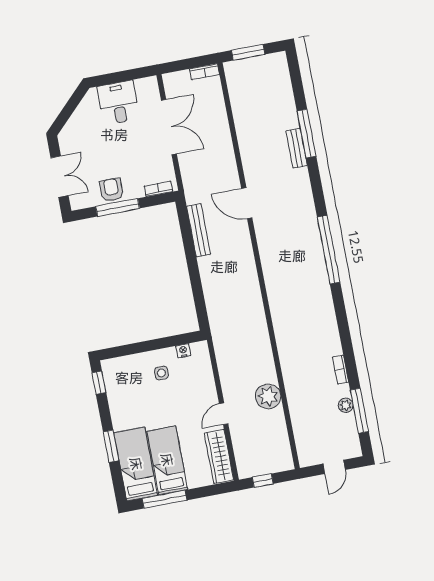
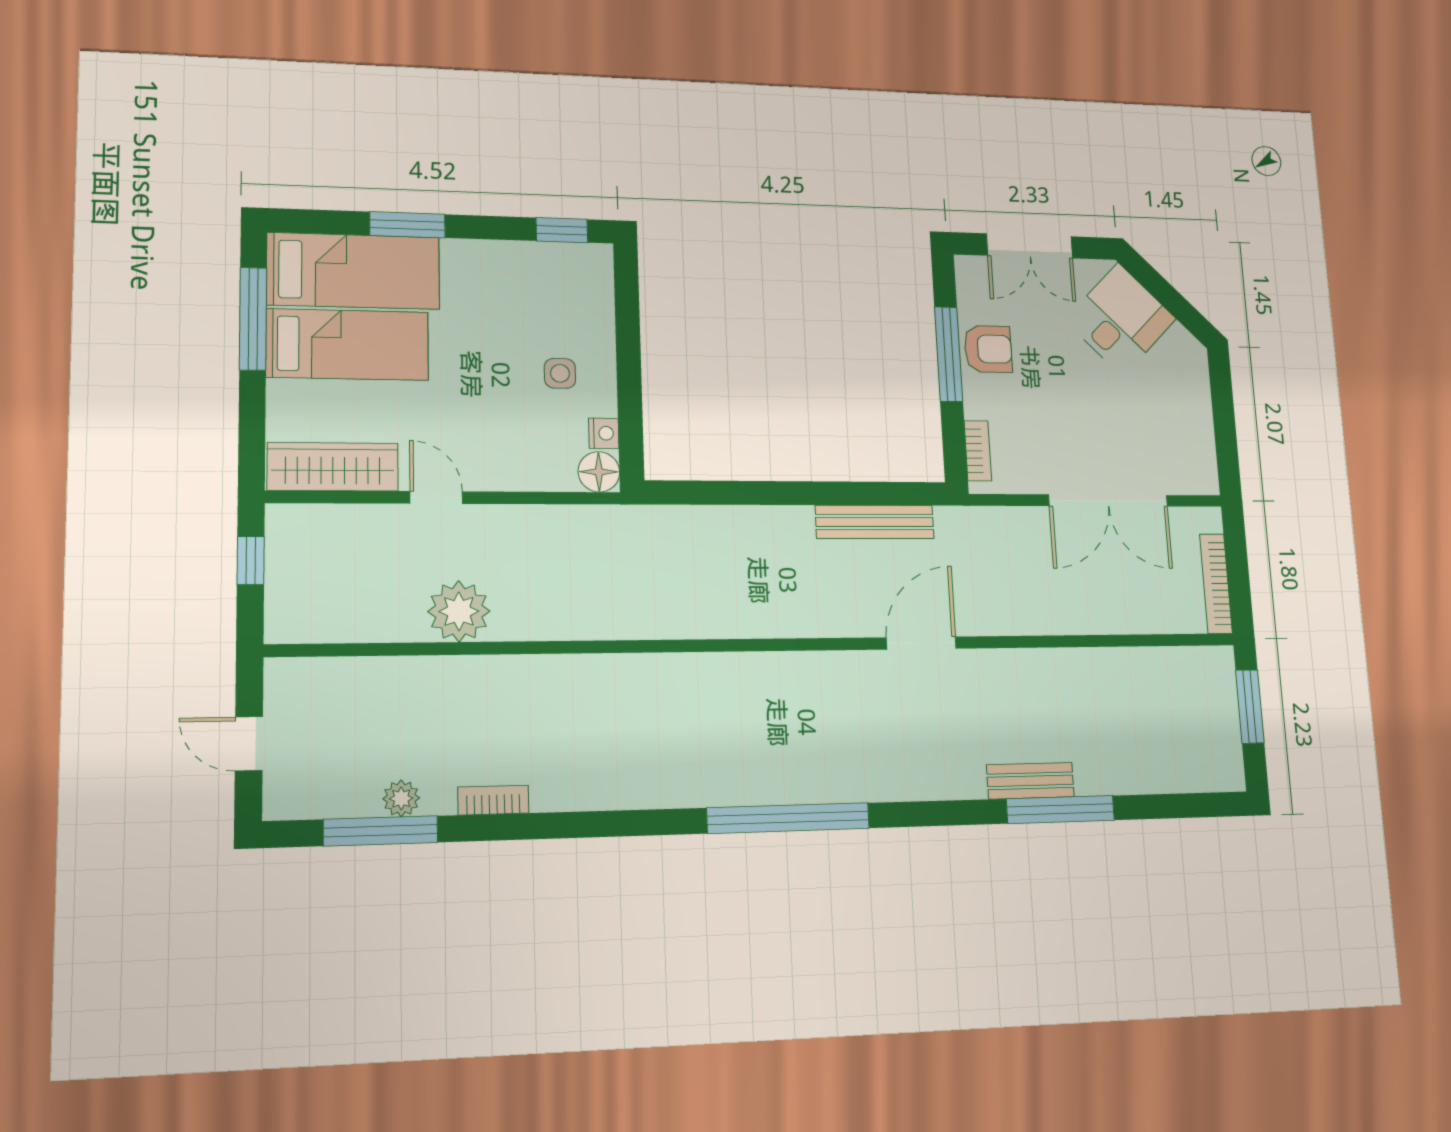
bookcase: (205, 72) -> (1216, 584), width x1.56
desk: (118, 103) -> (1120, 319), moved, turned -45
floor lamp: (200, 350) -> (599, 472), added

